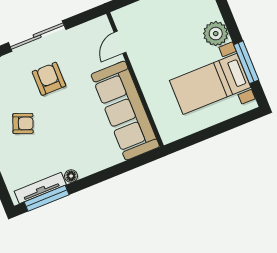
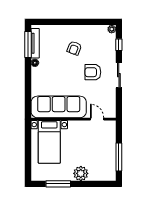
sliding door: (37, 36) -> (119, 75), width x0.73
armchair: (49, 79) -> (93, 72), turned 180
bed with nightstands: (210, 84) -> (49, 142), moved, turned 180

